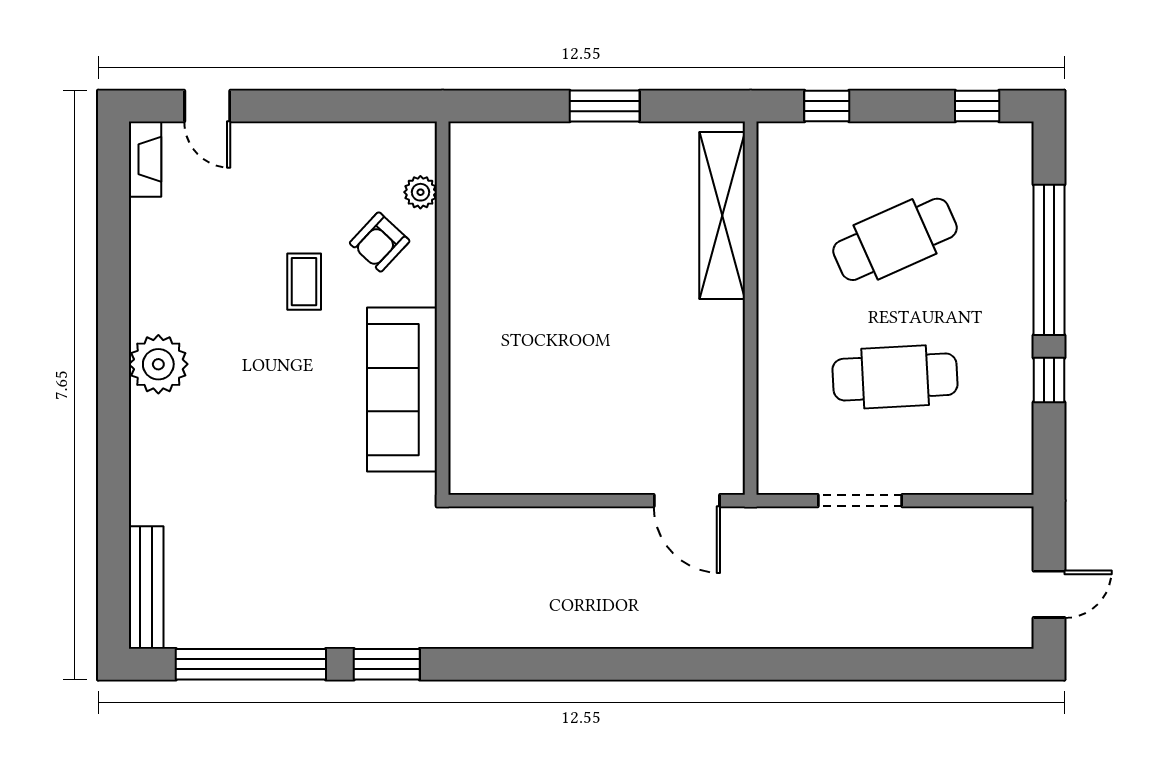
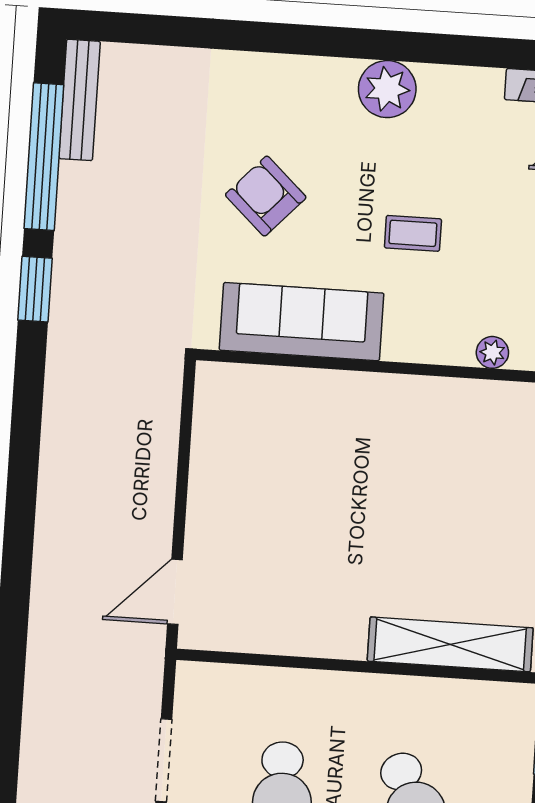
armchair: (380, 242) -> (266, 196), moved, width x1.38, depth x1.38
plant: (158, 364) -> (387, 89), moved
bench: (146, 587) -> (80, 100), moved, turned 90

